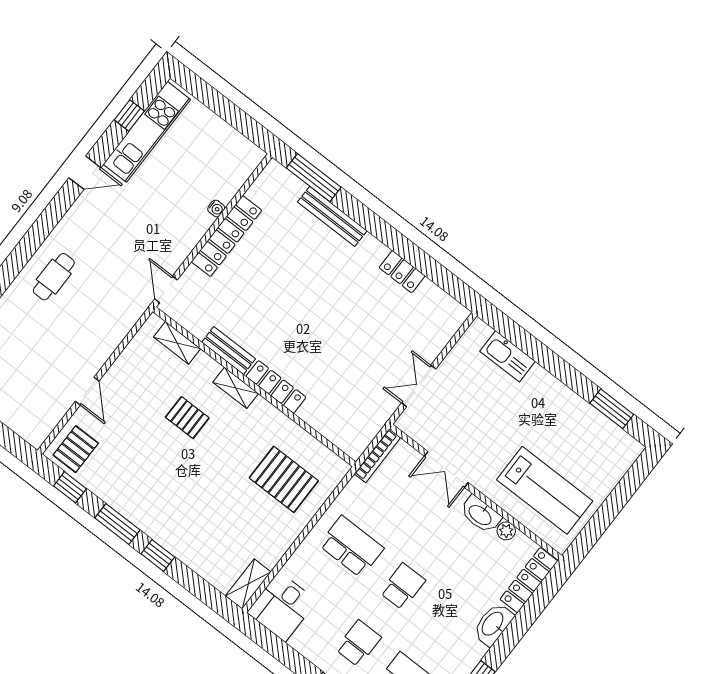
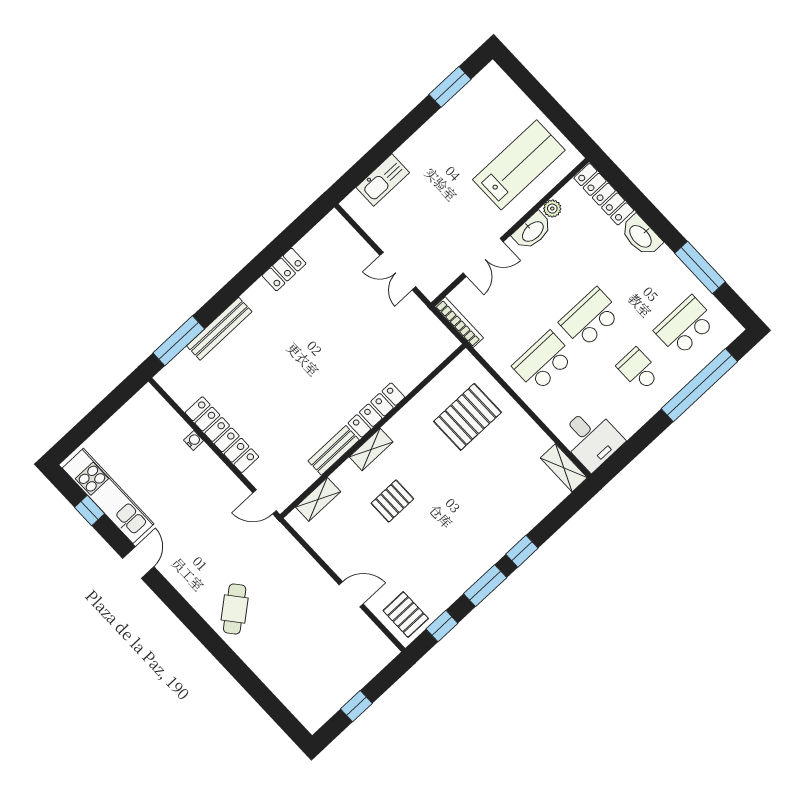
cafe table: (54, 277) -> (235, 609), turned 51
school desk: (403, 586) -> (590, 318), width x1.85

